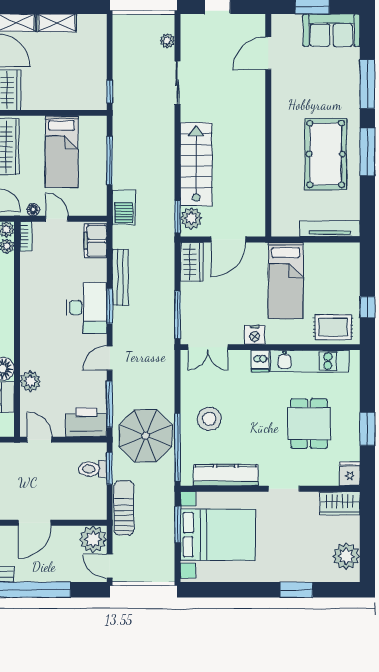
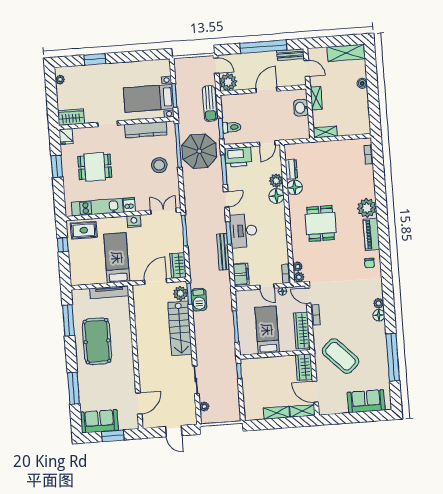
window: (367, 152) -> (68, 320), moved
barbecue: (124, 207) -> (199, 300), moved, turned 180
tv unit: (330, 228) -> (109, 292), moved
floor lamp: (32, 358) -> (276, 196), added
dining table: (309, 424) -> (95, 167), turned 90
door: (40, 440) -> (267, 144), hinge flipped
bed with nightstands: (218, 535) -> (148, 98), width x0.73
plant: (346, 556) -> (60, 80), width x0.53, depth x0.53

